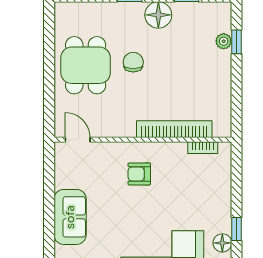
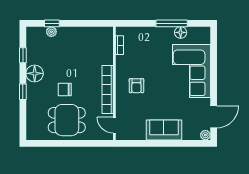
bookcase: (174, 129) -> (108, 90), moved
door: (78, 140) -> (114, 125), hinge flipped
window: (237, 229) -> (172, 23), width x2.17

